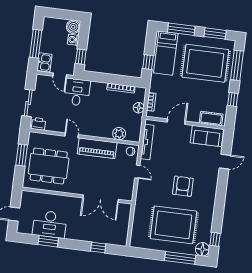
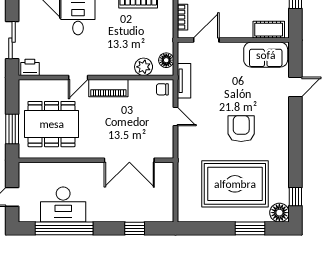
floor lamp: (139, 108) -> (166, 60), moved
door: (176, 122) -> (206, 40), moved
door: (72, 135) -> (78, 78), swing flipped
tv unit: (147, 142) -> (184, 81), width x0.71
piano: (97, 148) -> (108, 88), width x0.73, depth x0.75
window: (22, 155) -> (12, 129), moved
window: (48, 241) -> (64, 228), width x2.11
window: (180, 258) -> (250, 228), width x0.69

